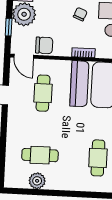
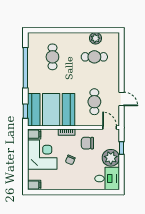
chair: (44, 45) -> (87, 143), moved

